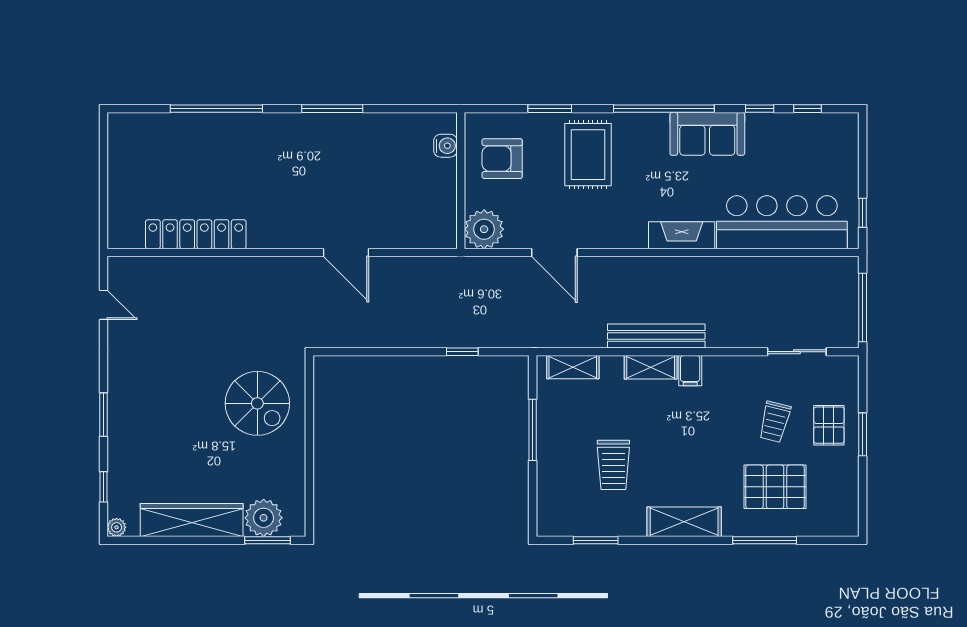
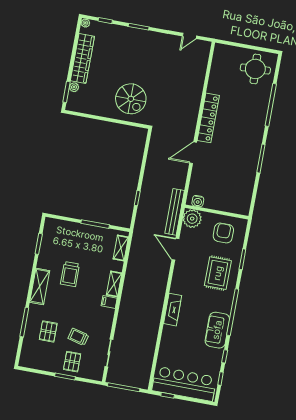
water cooler: (445, 146) -> (198, 201), moved
round table: (147, 155) -> (255, 69), added
rug: (588, 155) -> (218, 273), turned 90
bar counter: (782, 222) -> (184, 384), moved, turned -90
locker: (196, 234) -> (208, 118), moved
door: (554, 253) -> (175, 249), hinge flipped
bench: (656, 336) -> (175, 212), moved
spiral stairs: (257, 403) -> (131, 99), turned -90
pallet: (829, 425) -> (72, 362), turned 90
trolley: (613, 465) -> (70, 274), moved, turned -90
pallet: (775, 487) -> (48, 331), width x0.67, depth x0.71
plant: (264, 518) -> (74, 87), width x0.53, depth x0.53

